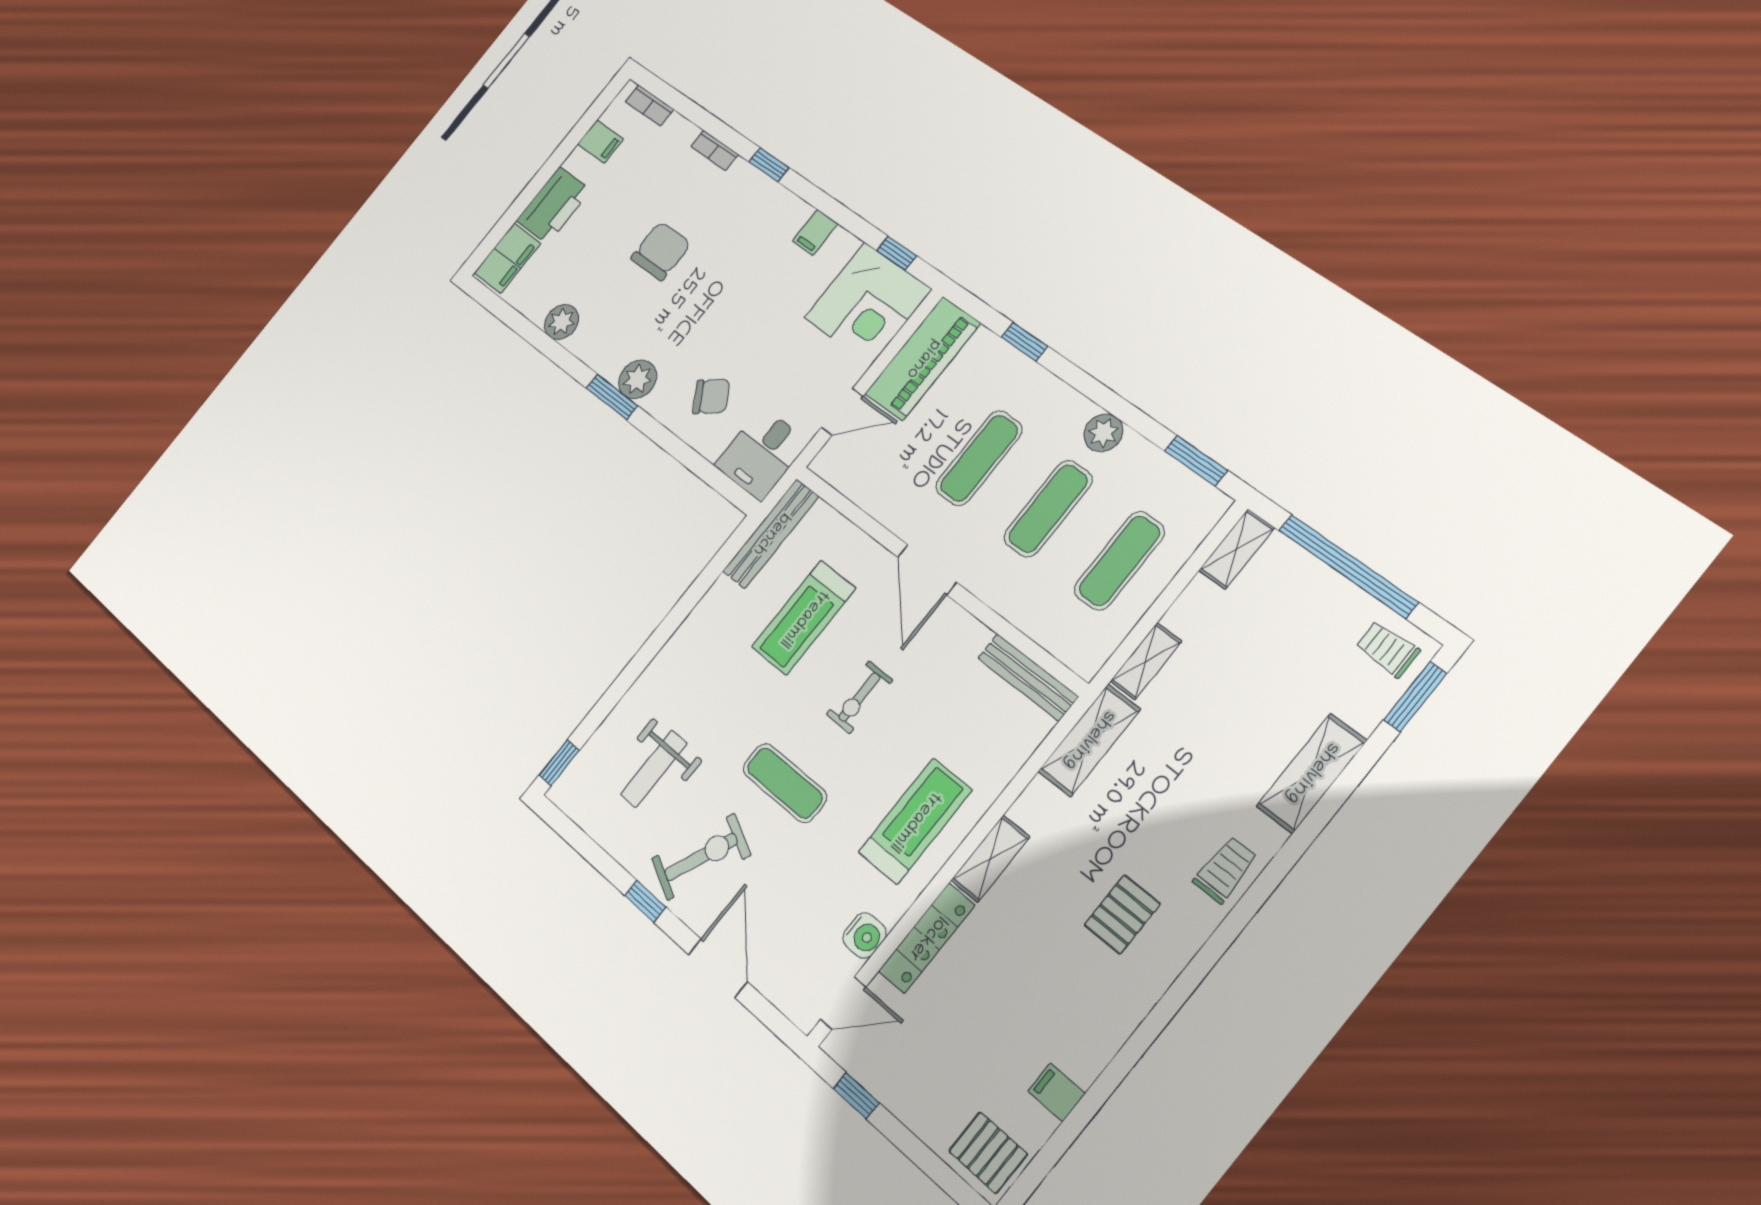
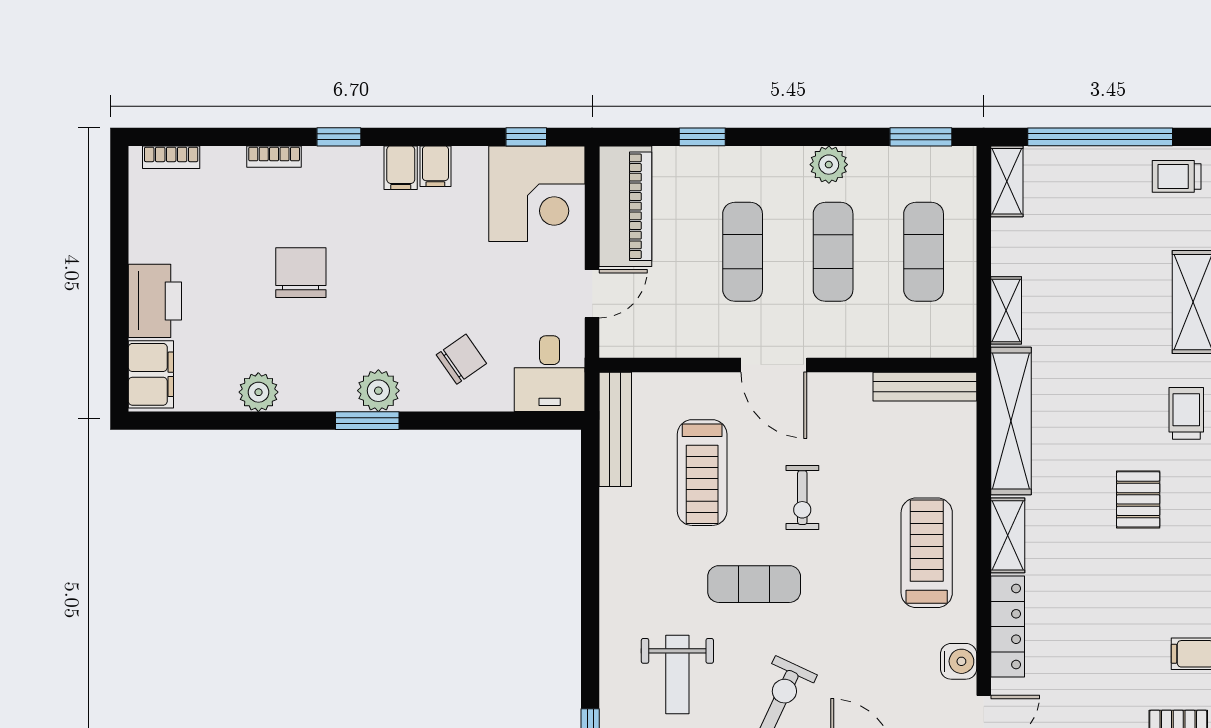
filing cabinet: (600, 142) -> (401, 168), moved, turned 90
shelving: (1089, 740) -> (1011, 421), width x1.47
exercise mat: (785, 783) -> (754, 584), moved

